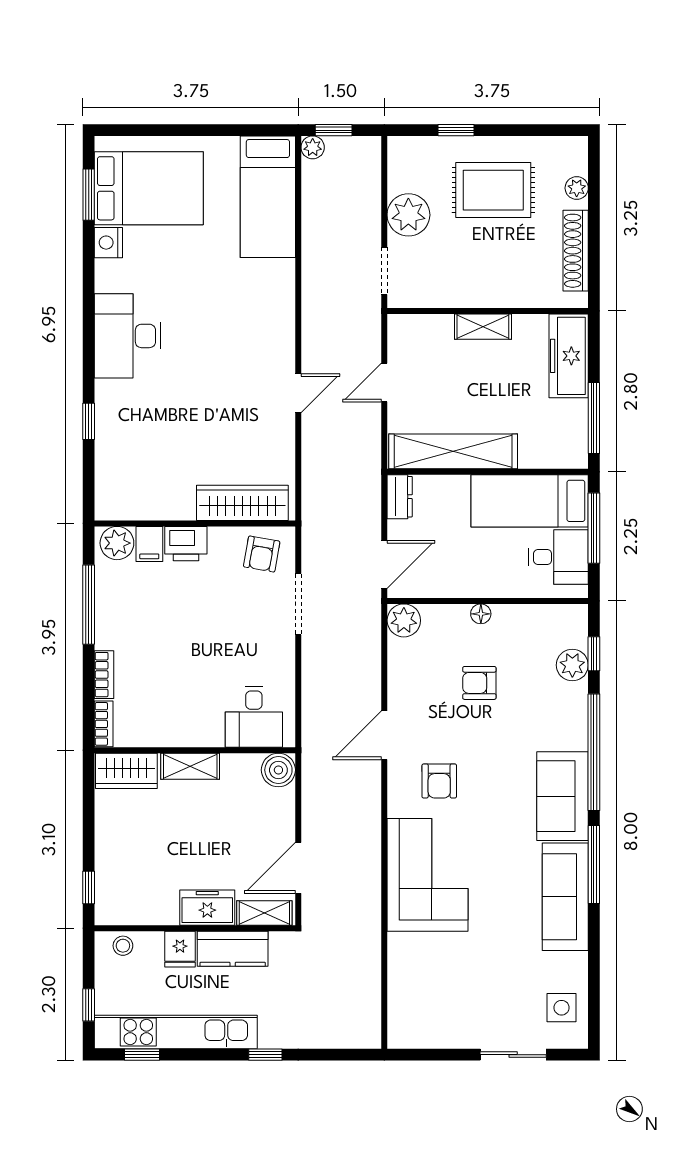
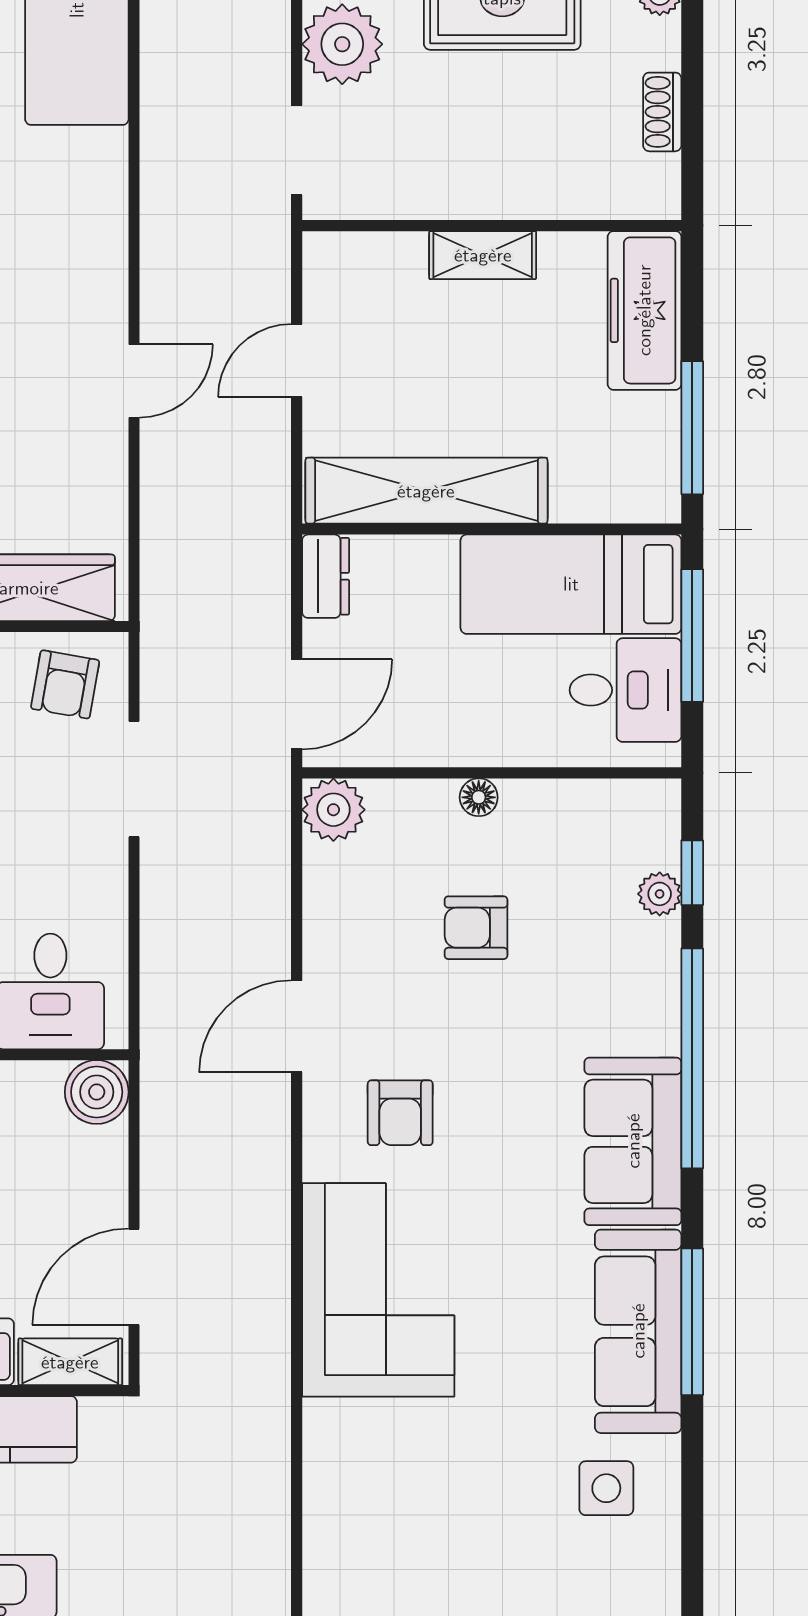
shoe rack: (576, 251) -> (662, 112), width x0.51, depth x0.81
plant: (572, 665) -> (660, 894), width x0.73, depth x0.73
window: (594, 865) -> (692, 1322), moved
side table: (562, 1008) -> (606, 1488), moved

